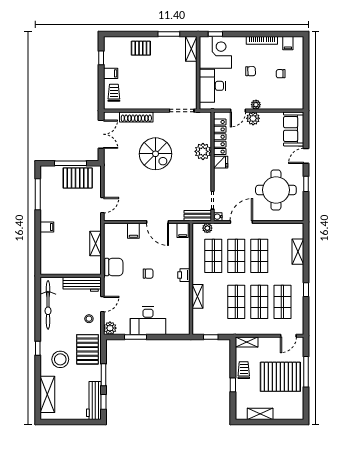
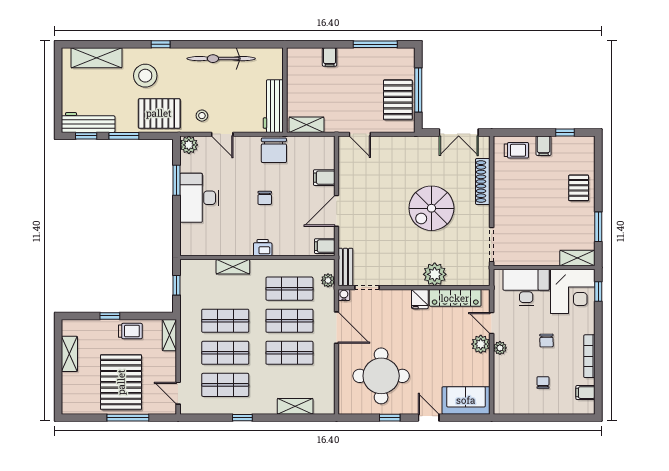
wall: (71, 276) -> (285, 90), moved
workbench: (82, 284) -> (273, 106), moved

